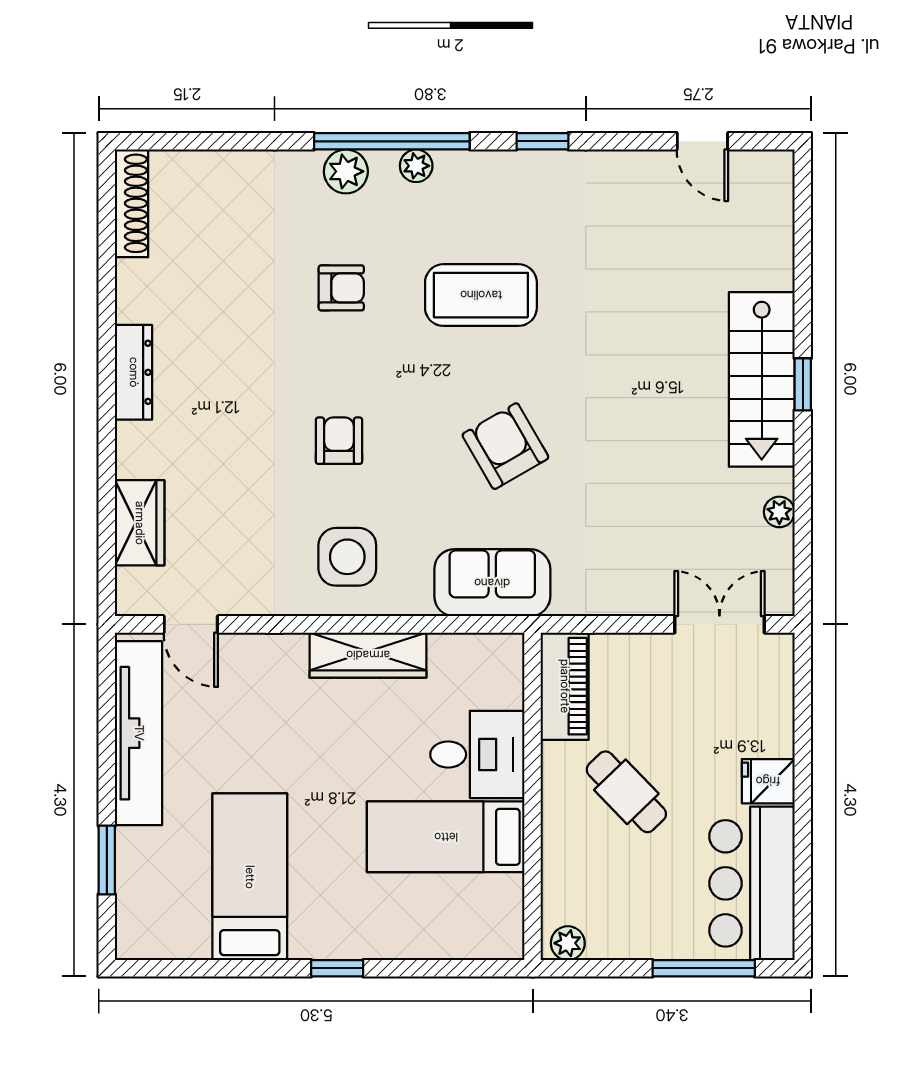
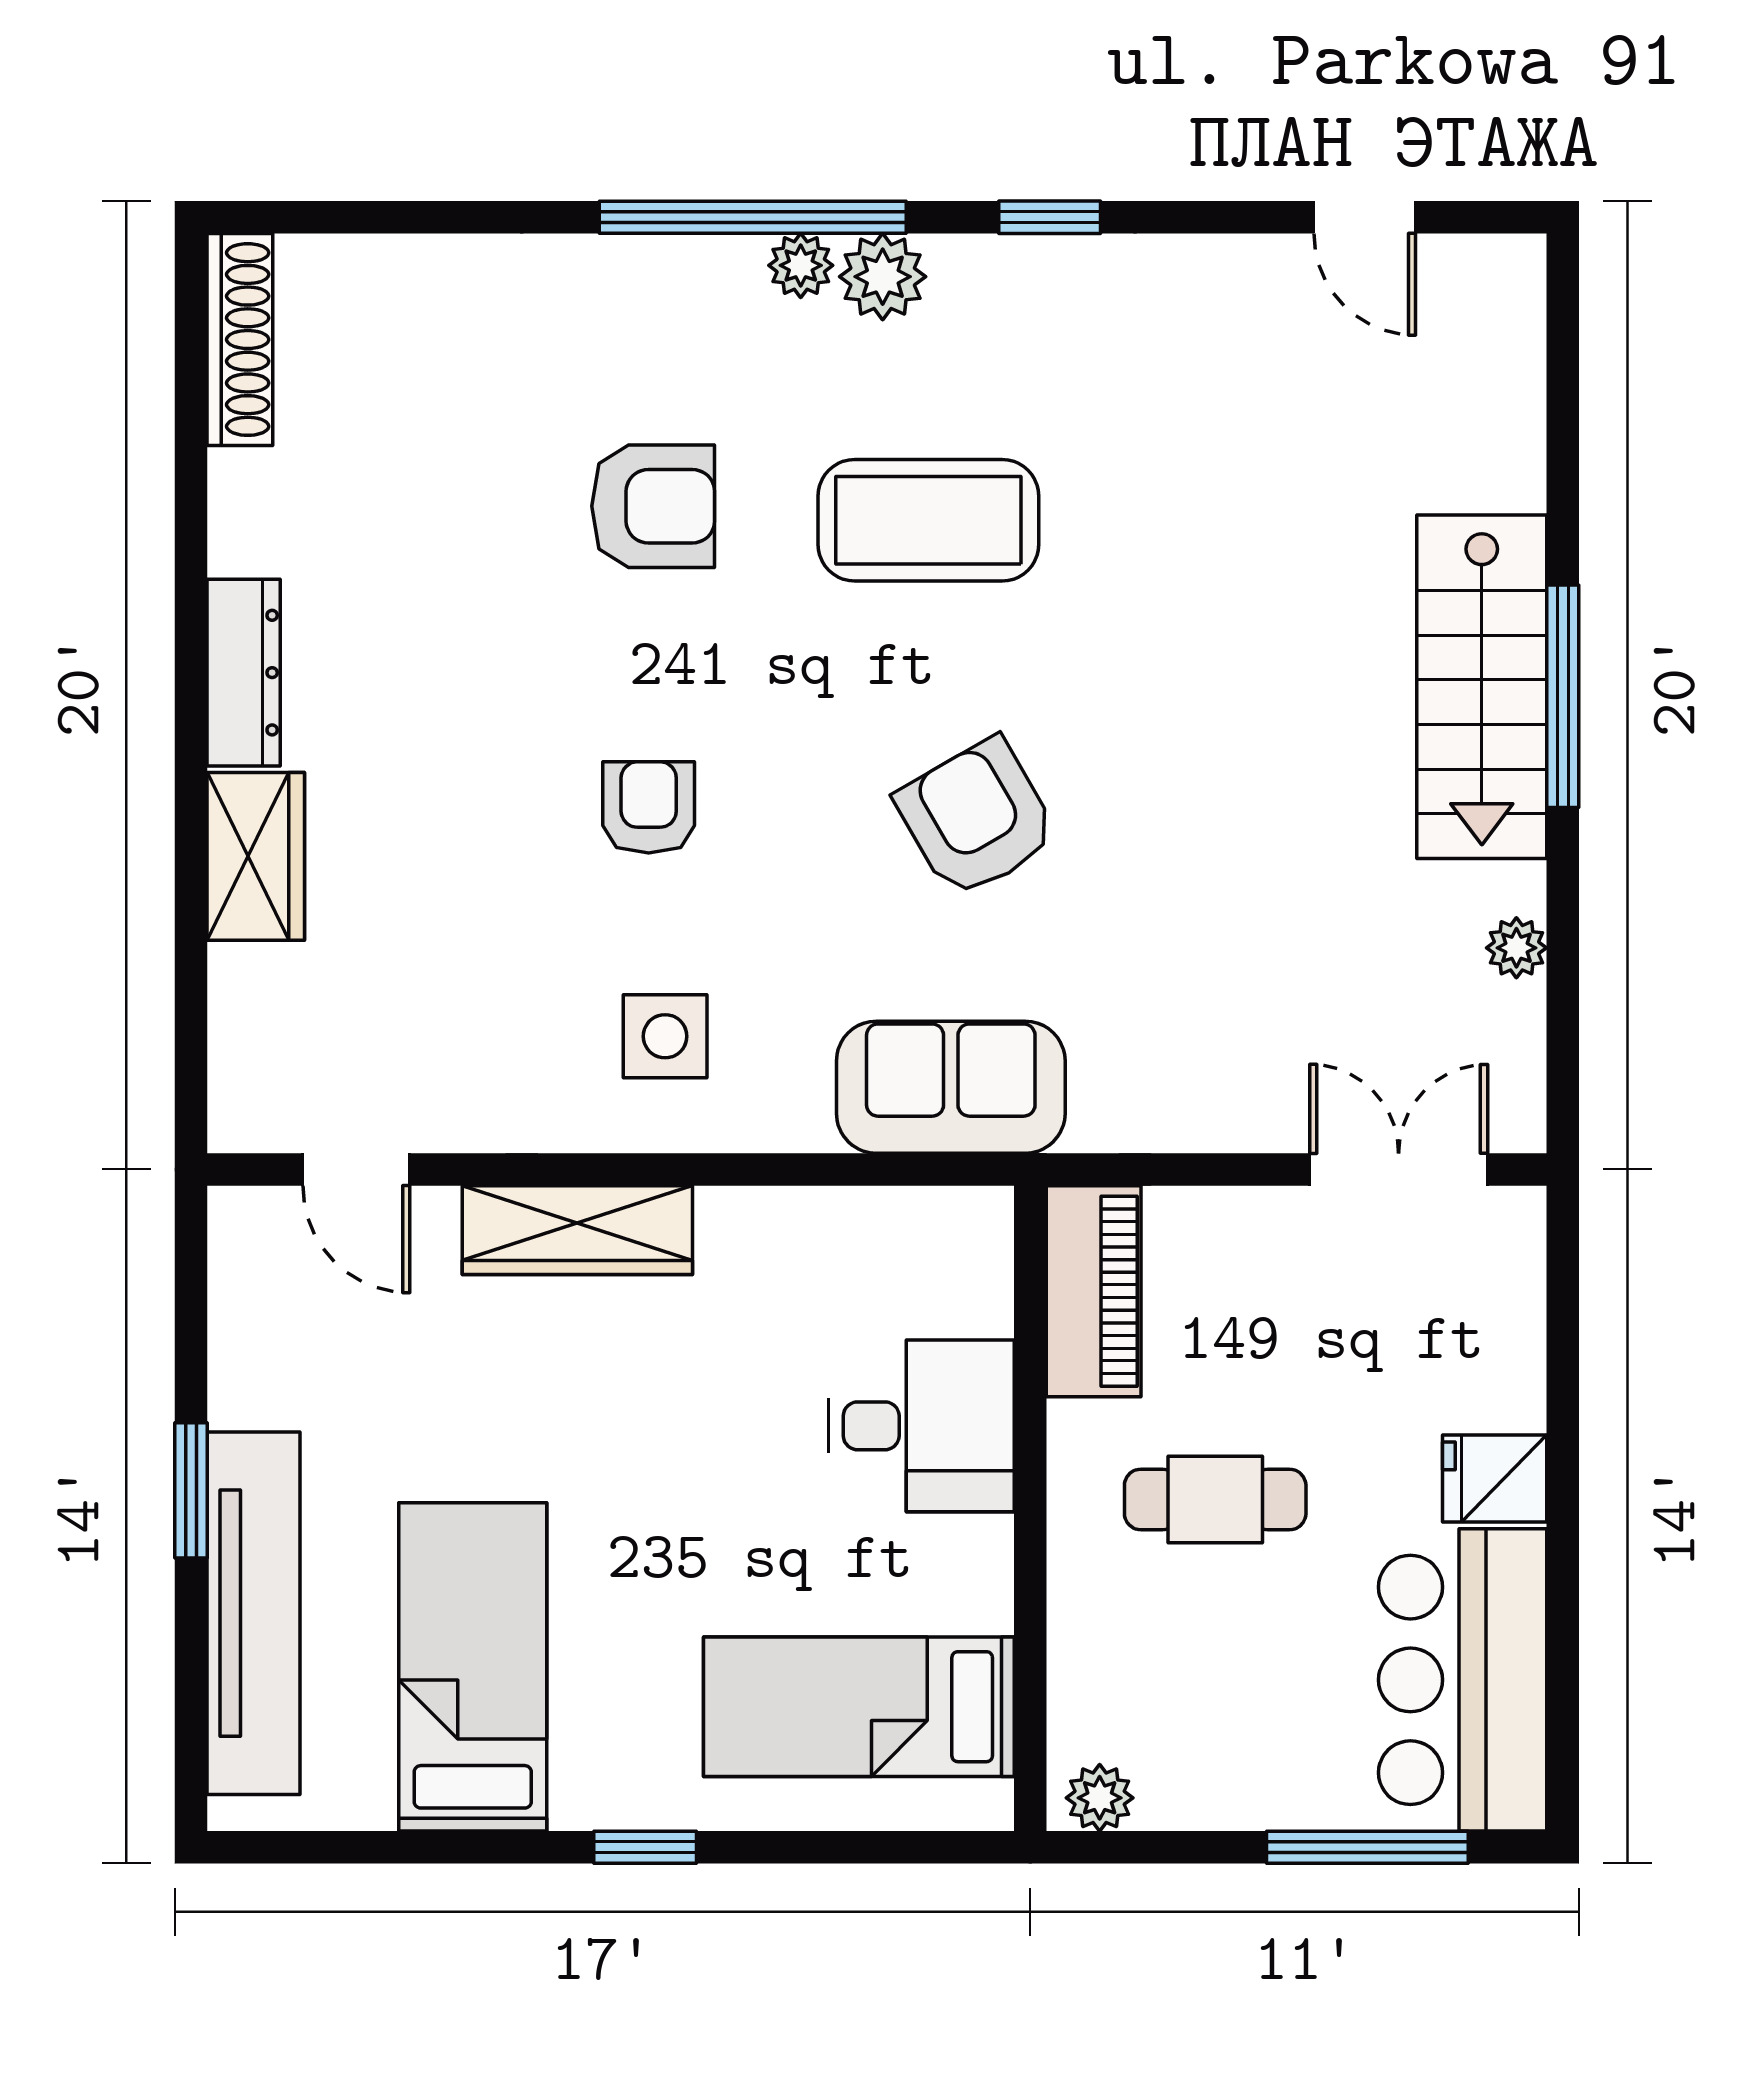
plant: (346, 171) -> (883, 277), moved
armchair: (341, 288) -> (653, 506), width x1.38, depth x1.38
window: (803, 384) -> (1563, 696), width x2.17
wardrobe: (140, 523) -> (256, 856), moved
side table: (347, 557) -> (665, 1036), width x0.73, depth x0.73
wardrobe: (368, 655) -> (577, 1230), moved
tv unit: (139, 733) -> (253, 1613), moved
cafe table: (626, 792) -> (1215, 1499), turned -46
bed: (446, 837) -> (859, 1707), moved
window: (107, 860) -> (191, 1490), moved

